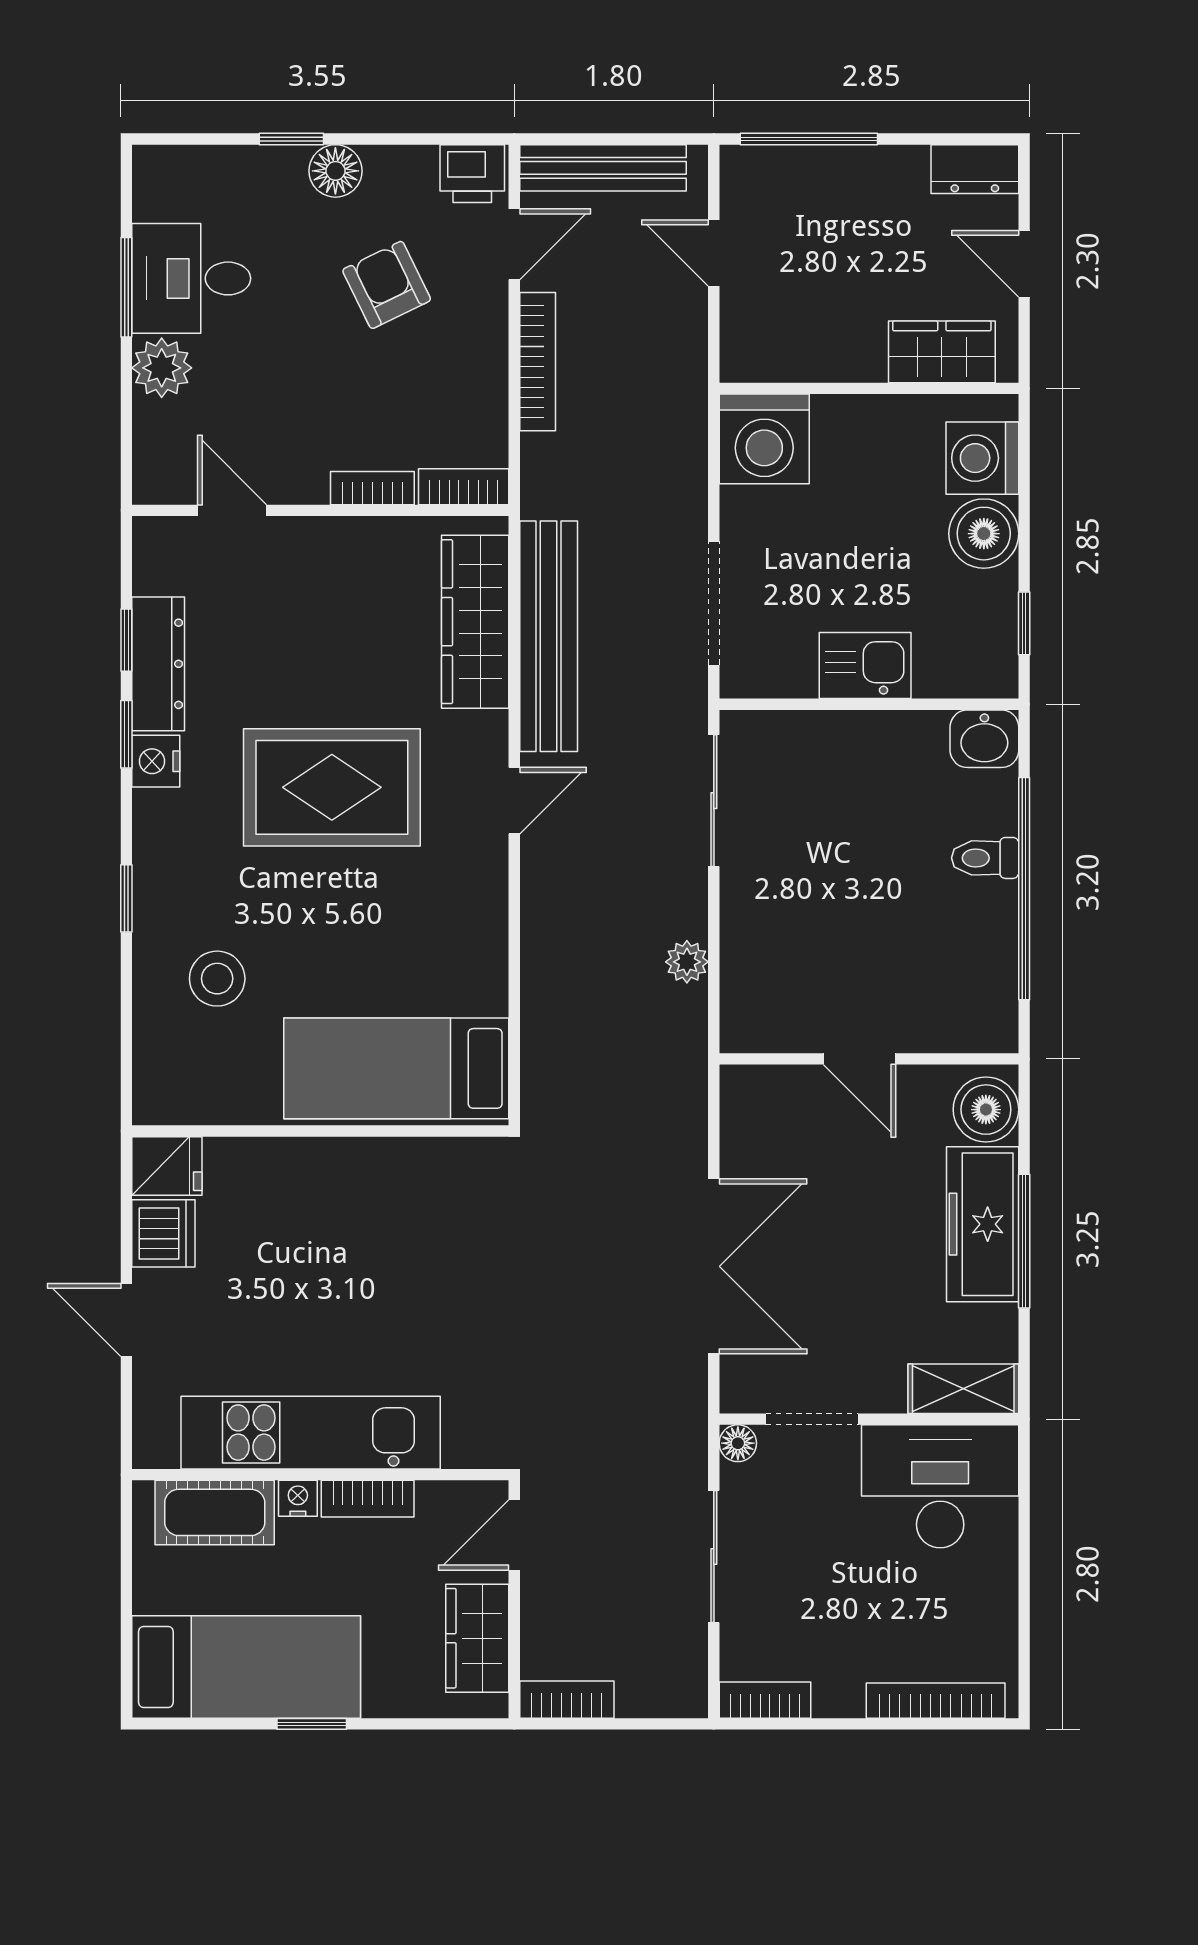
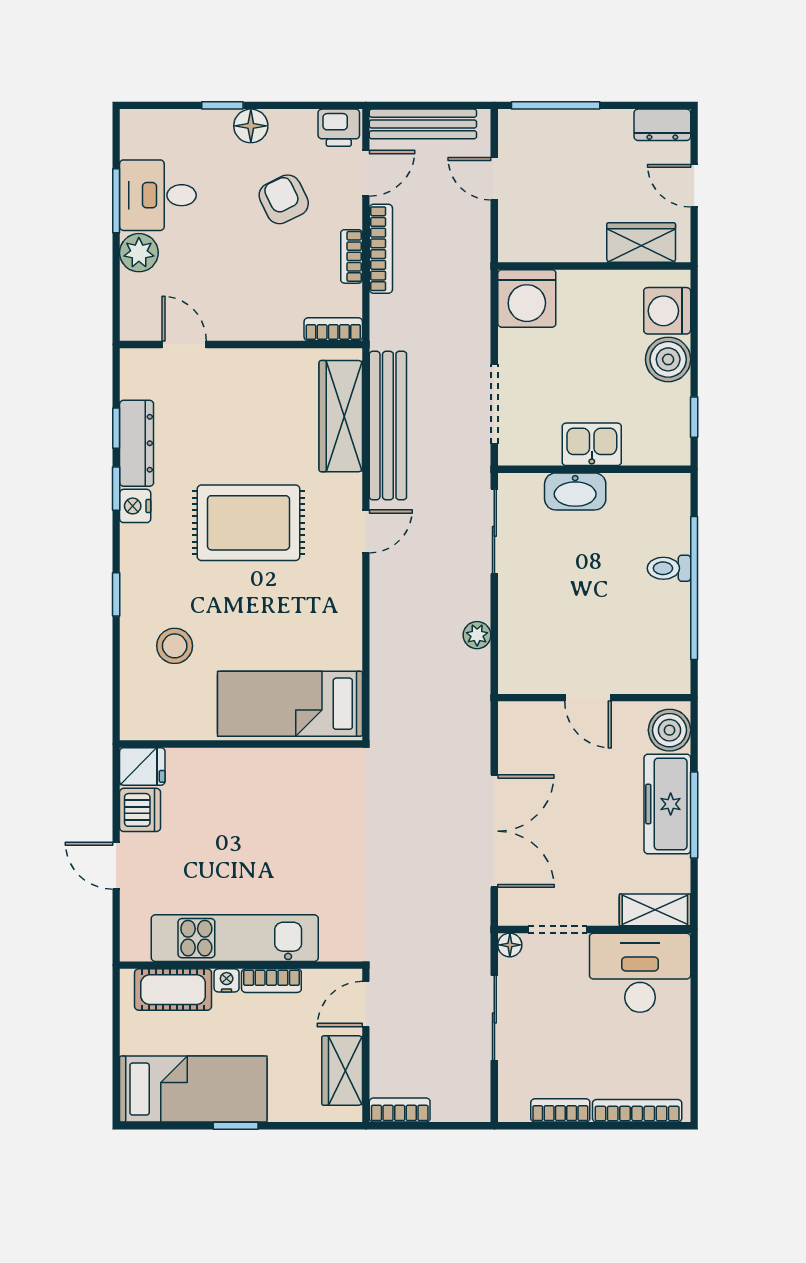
bookcase: (372, 488) -> (352, 256), moved, turned -90
washbasin: (984, 739) -> (575, 491), moved, width x1.38
bookcase: (765, 1700) -> (560, 1110), moved

